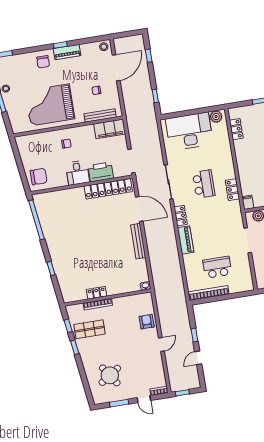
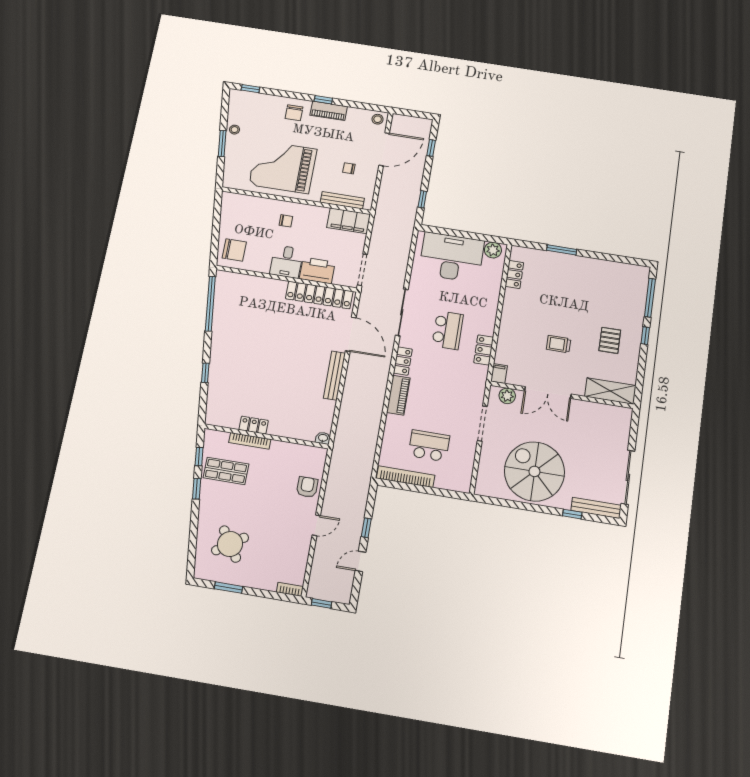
door: (144, 399) -> (265, 594), removed

